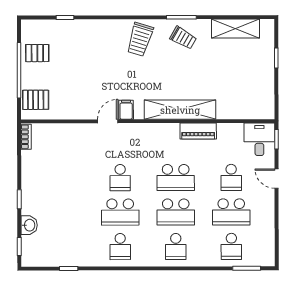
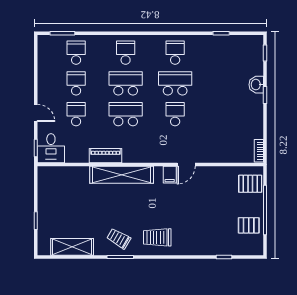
trolley: (140, 39) -> (157, 237), turned -107
school desk: (231, 212) -> (76, 83), width x0.54
washbasin: (29, 225) -> (256, 85), moved

